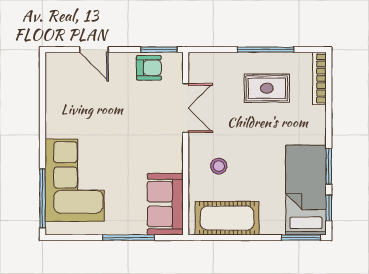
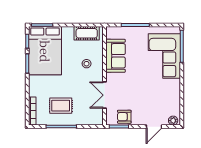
door: (94, 50) -> (154, 127), swing flipped
plant: (58, 61) -> (173, 121), added
bed: (306, 190) -> (45, 51), width x1.50
sofa: (165, 204) -> (115, 56), moved
cot: (227, 218) -> (87, 33), width x0.73, depth x0.75

